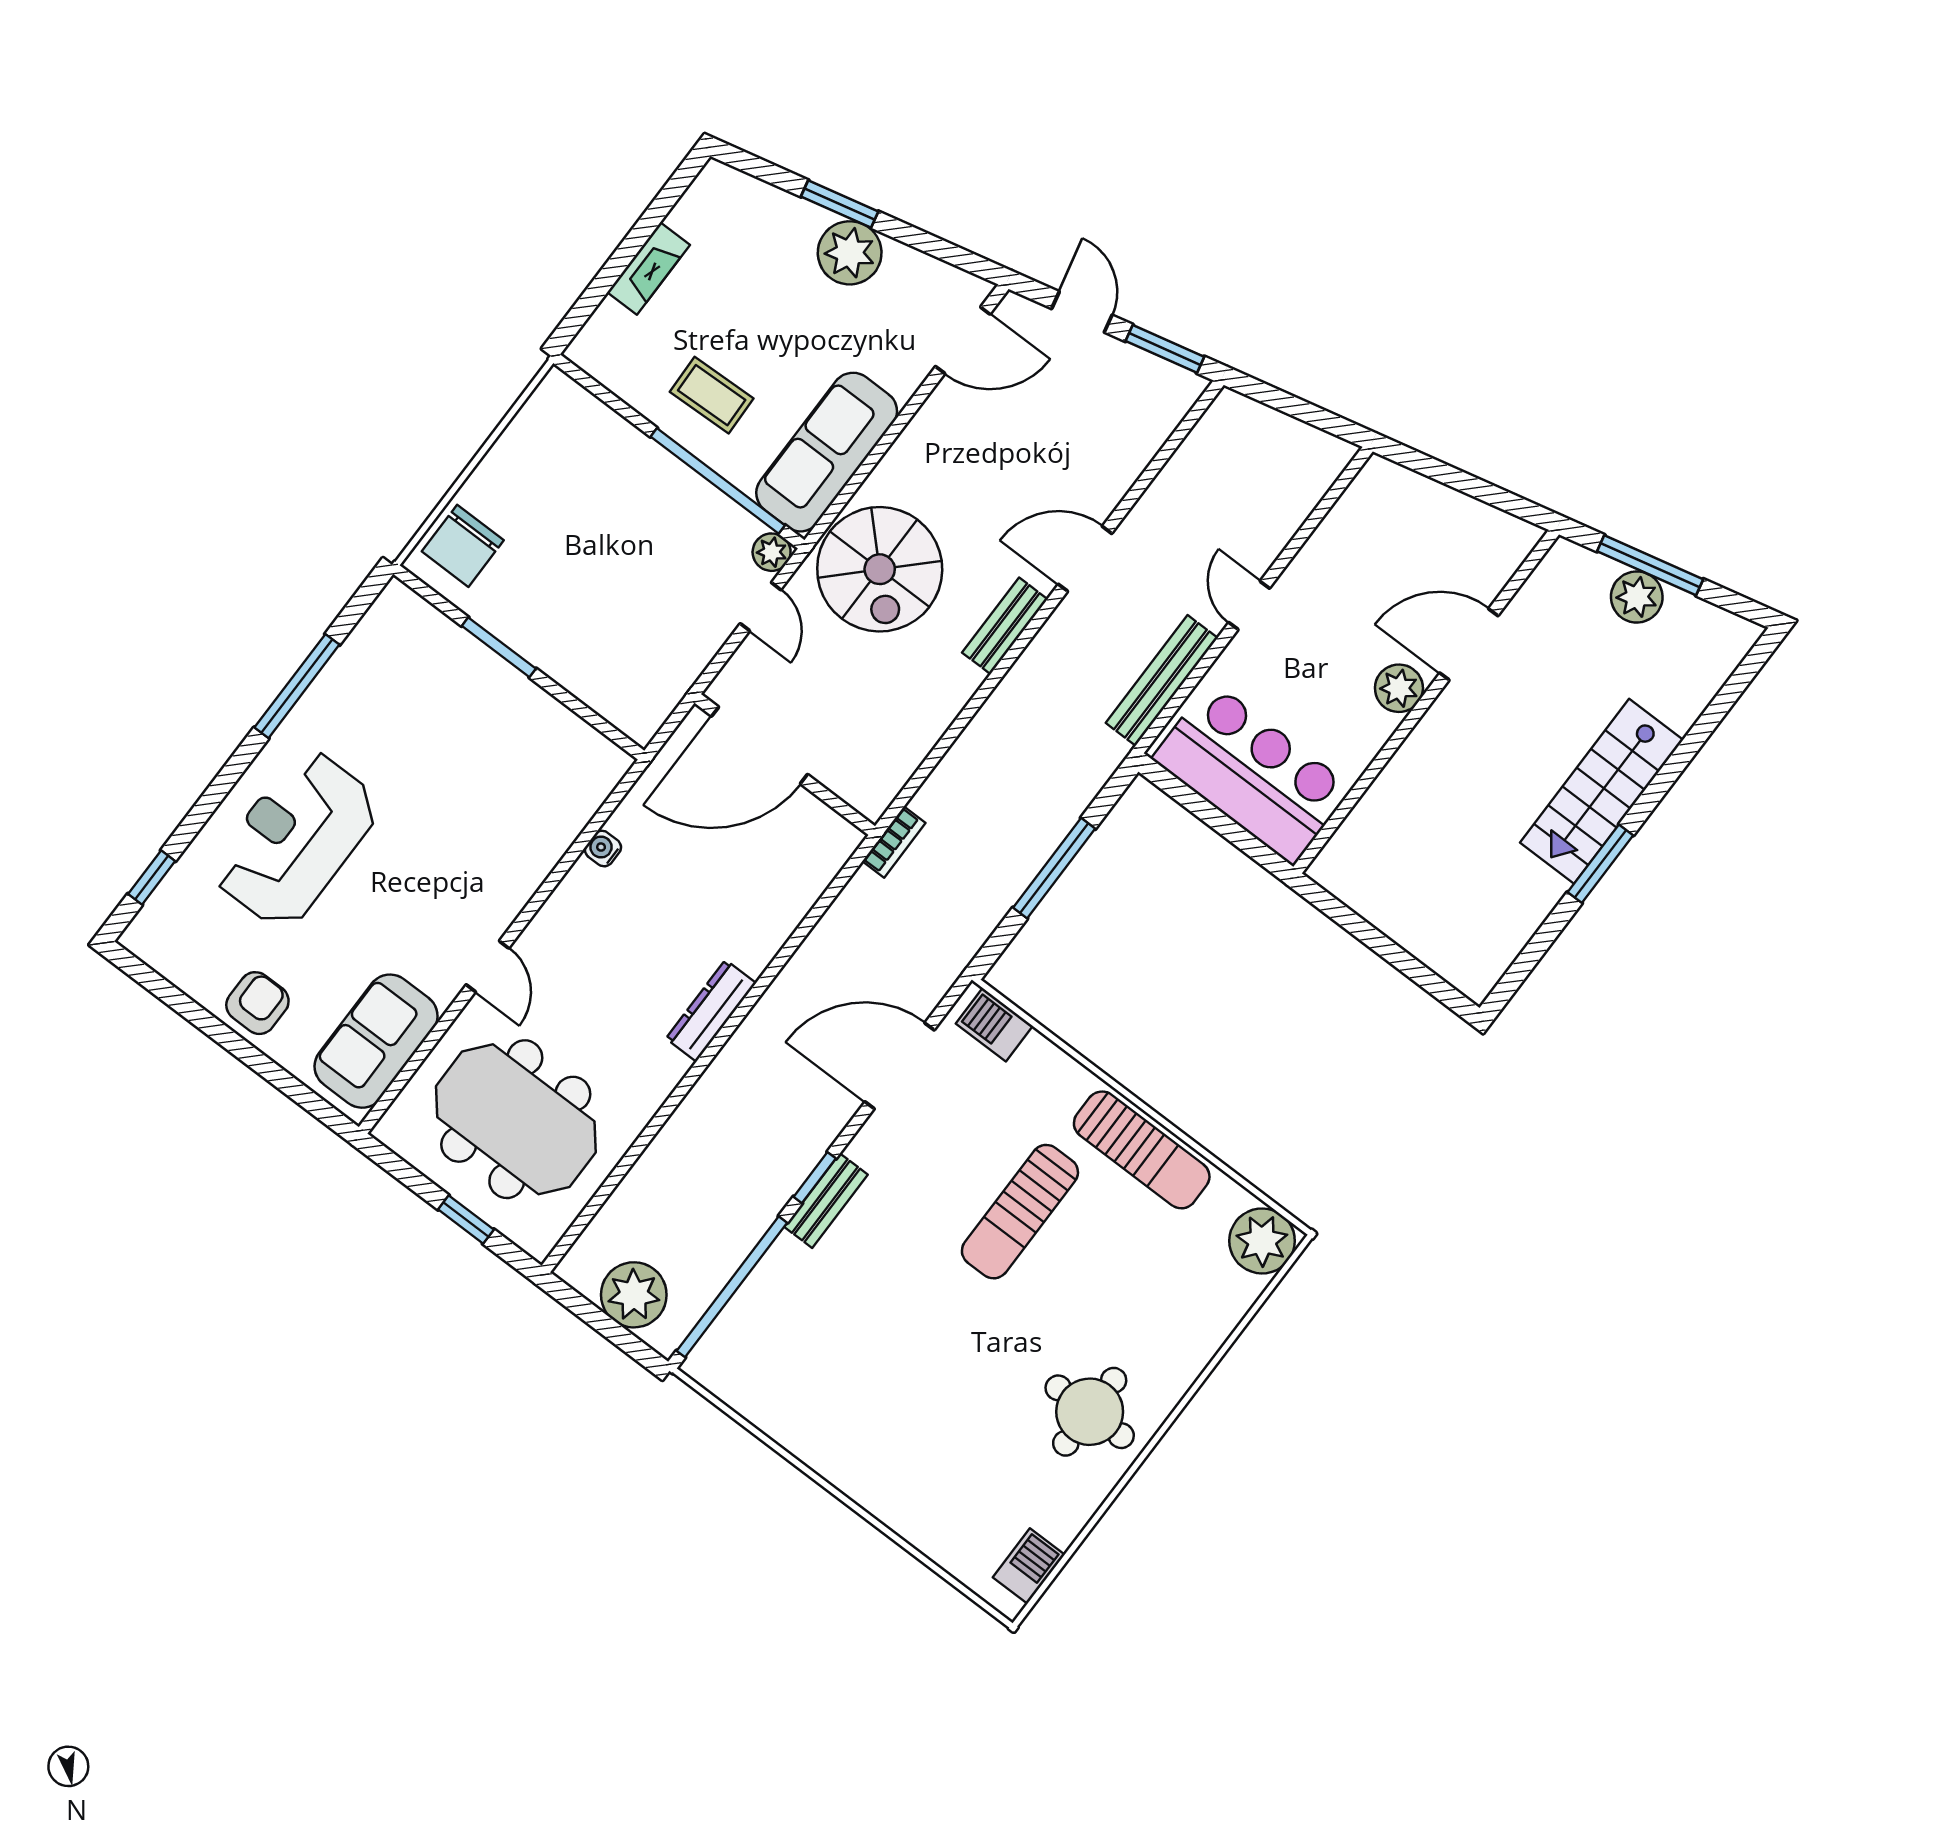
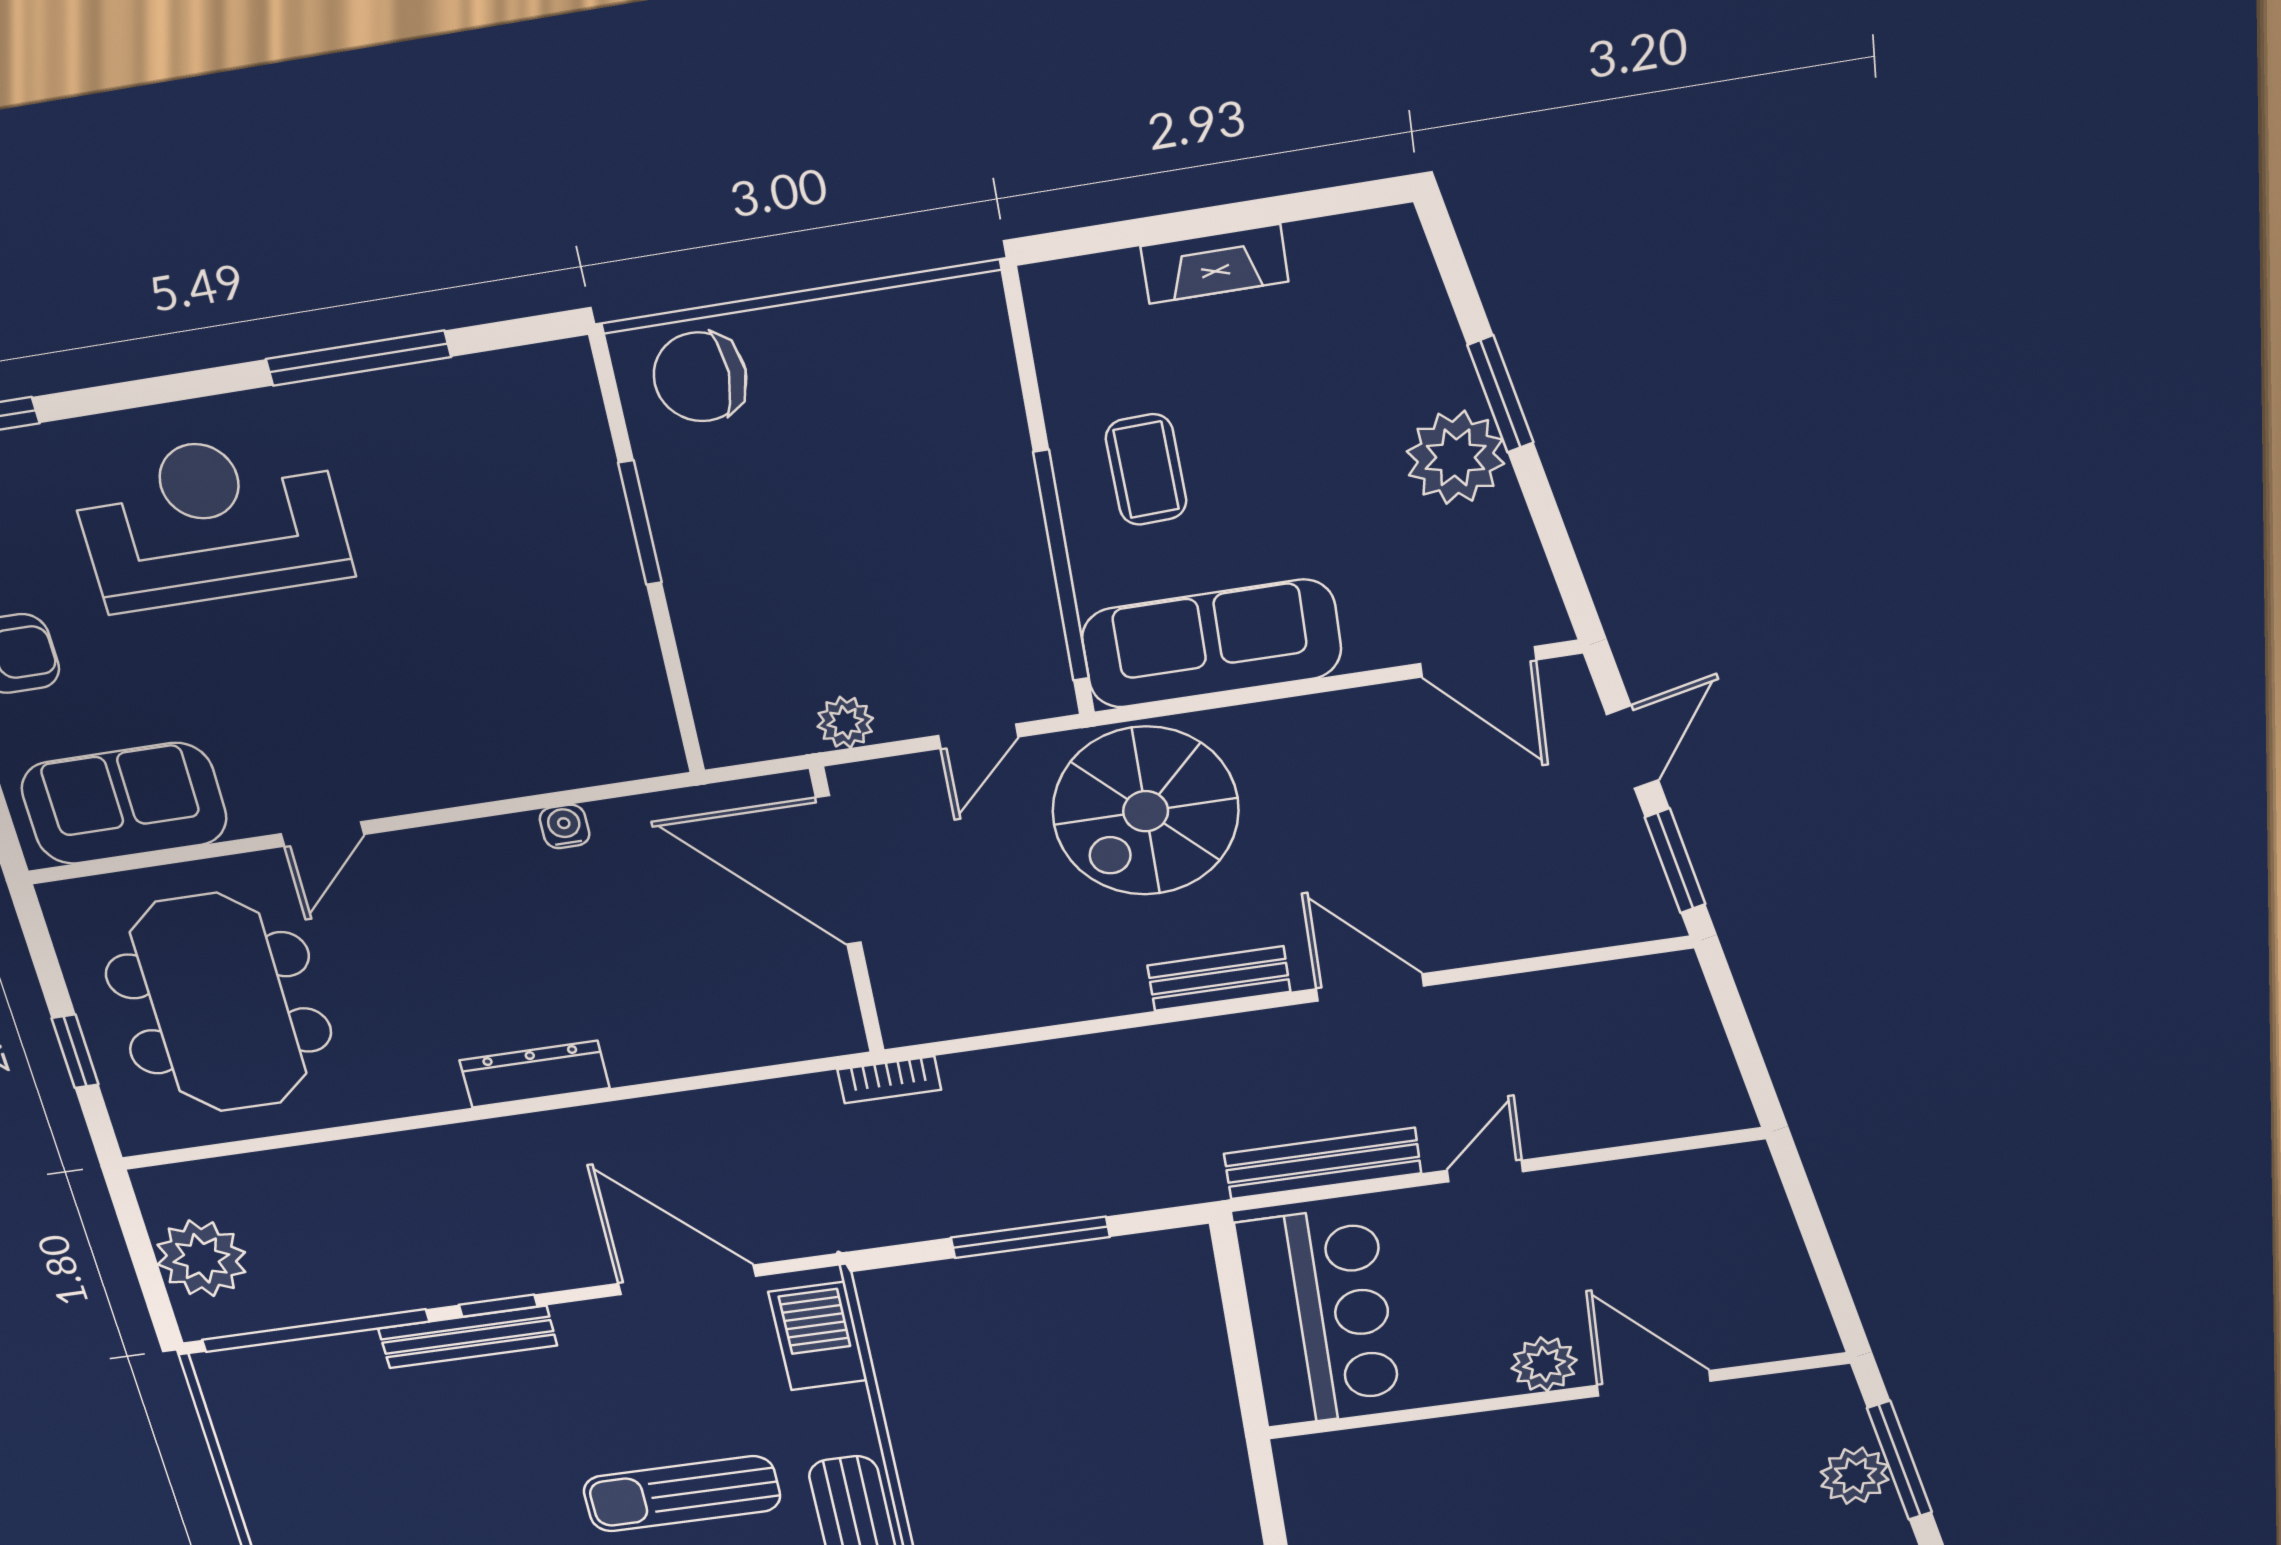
plant: (772, 552) -> (845, 722), moved
barbecue: (994, 1025) -> (818, 1336), width x1.38, depth x1.27
bench: (826, 1201) -> (468, 1337), width x1.36

